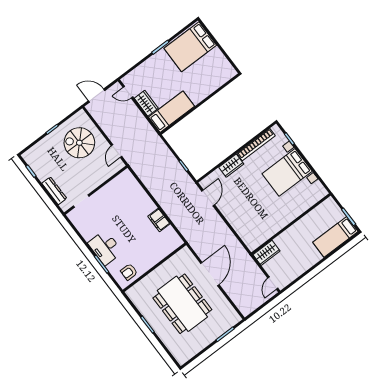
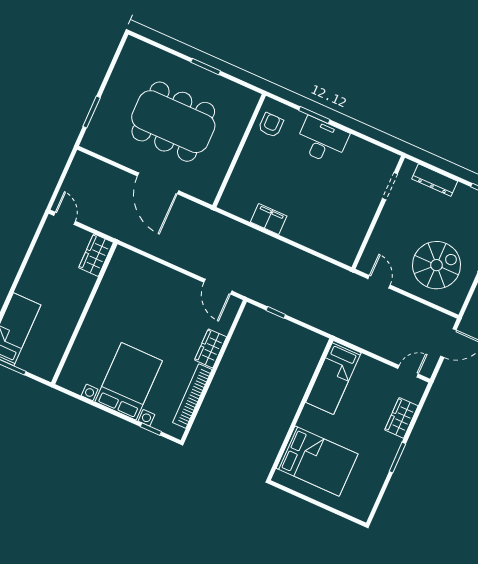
bed: (190, 47) -> (317, 461), moved, turned 90
wardrobe: (146, 103) -> (401, 418), moved, turned 90

